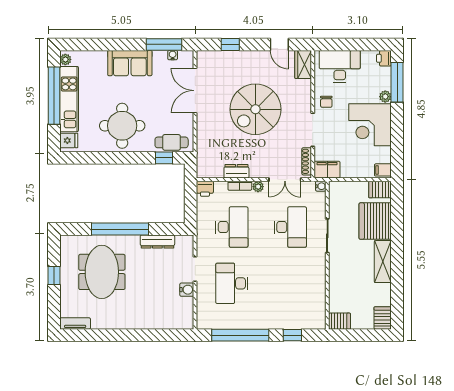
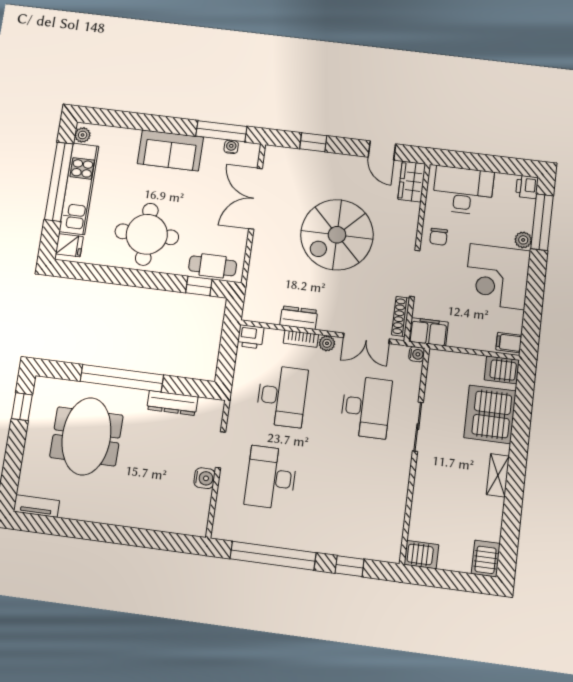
shelving: (383, 262) -> (498, 475), width x0.67, depth x0.75
window: (54, 276) -> (22, 407), moved

